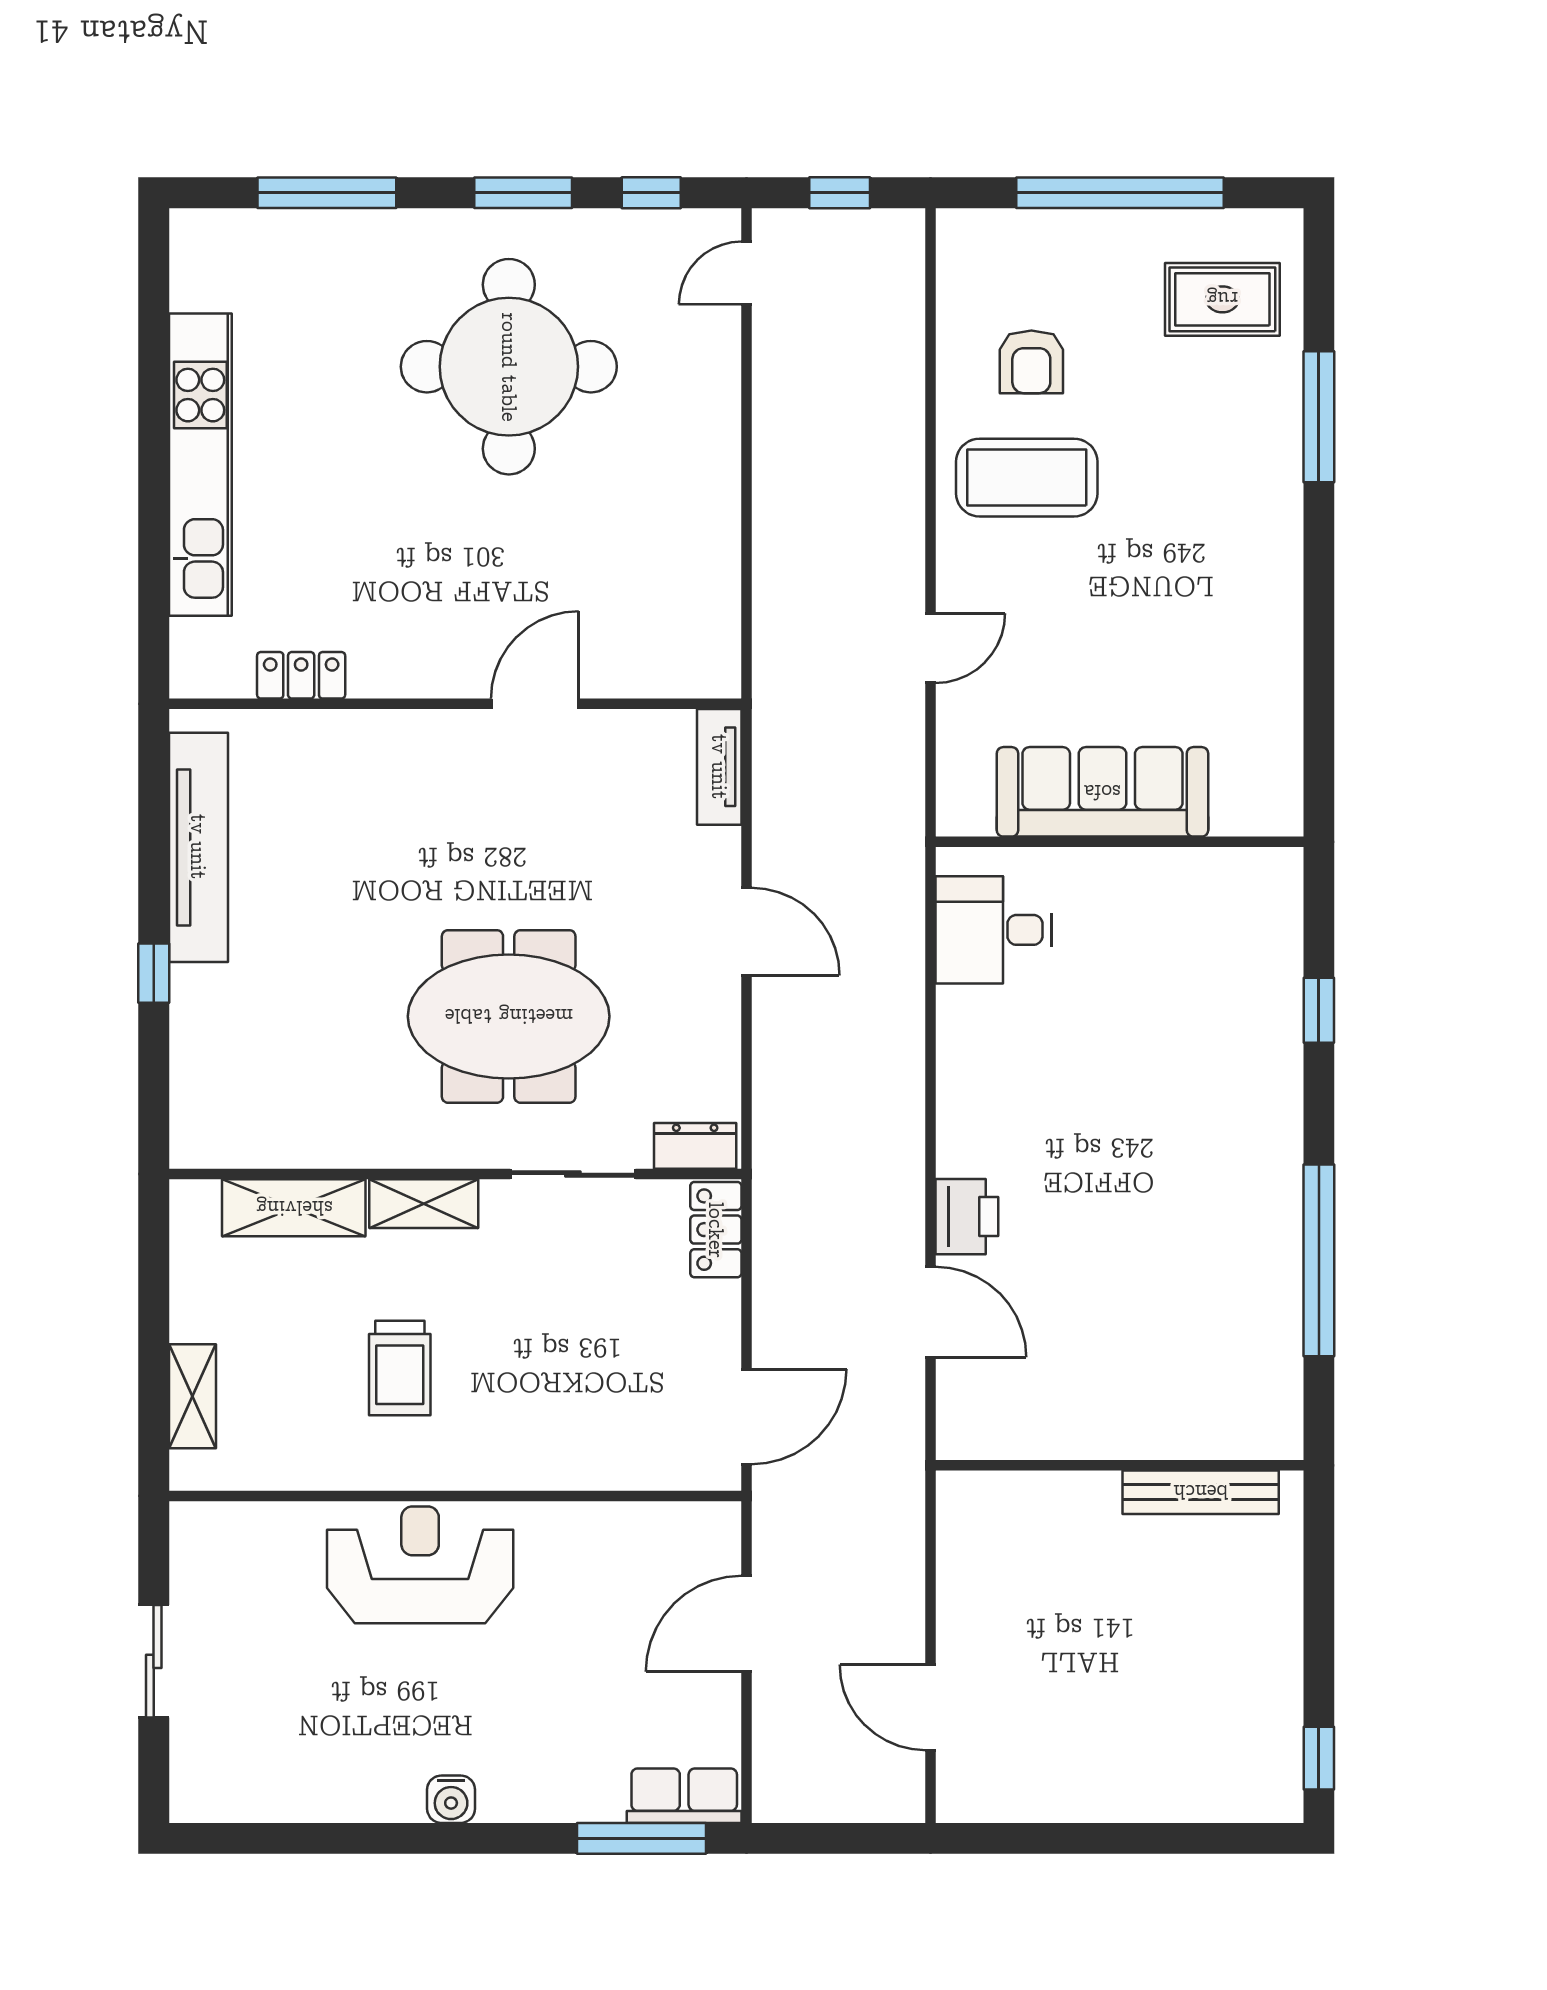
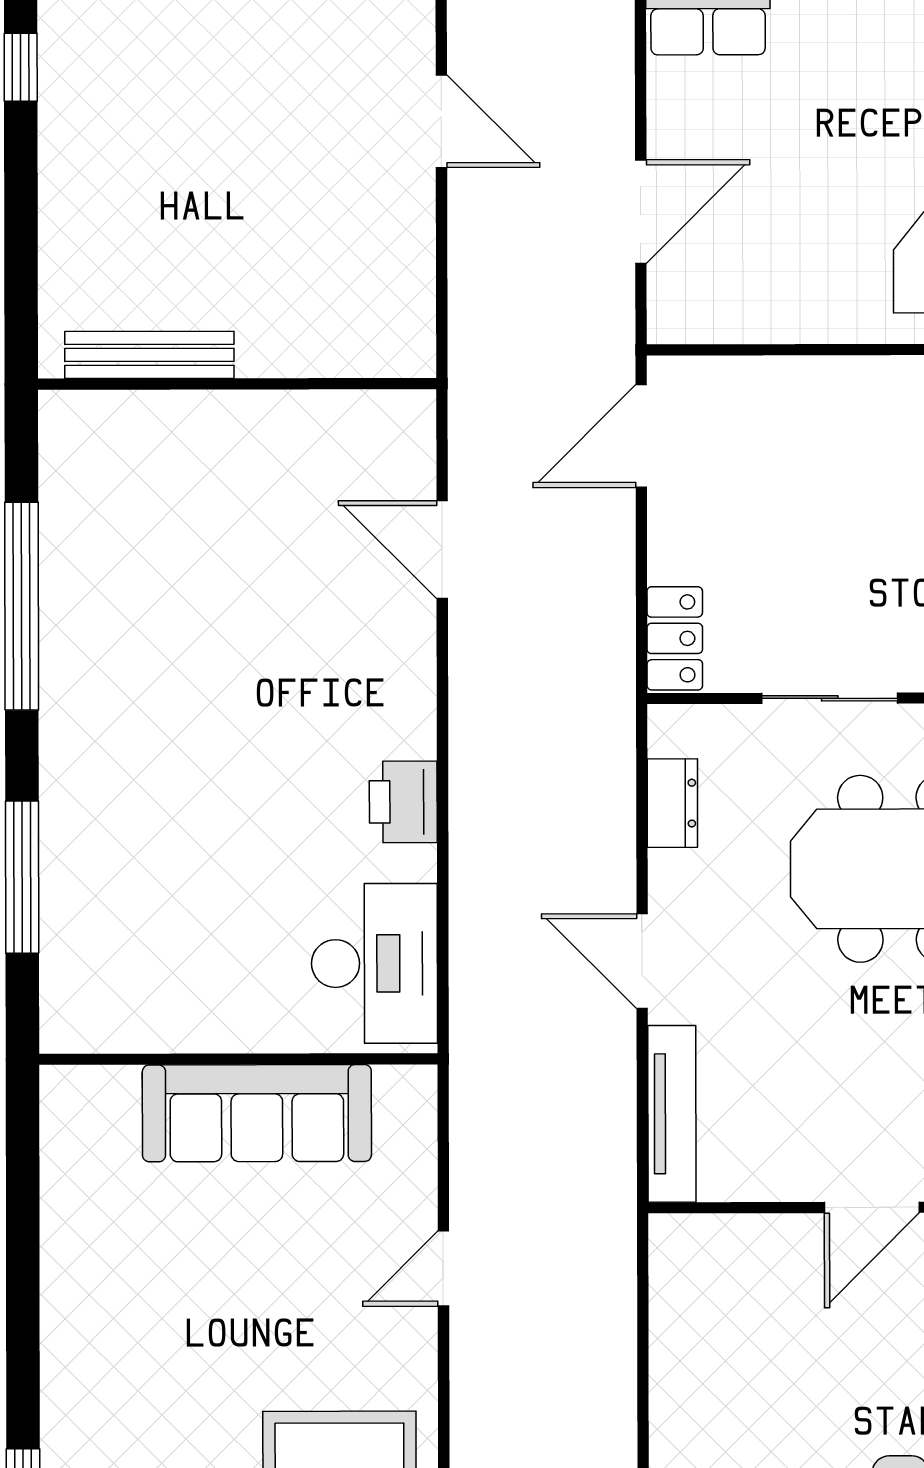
tv unit: (719, 767) -> (672, 1114), width x1.41
desk: (994, 930) -> (375, 963), width x1.37
window: (1319, 1010) -> (22, 877), width x2.17
dresser: (695, 1146) -> (672, 803), moved, turned -90
printer: (967, 1217) -> (403, 802), moved

